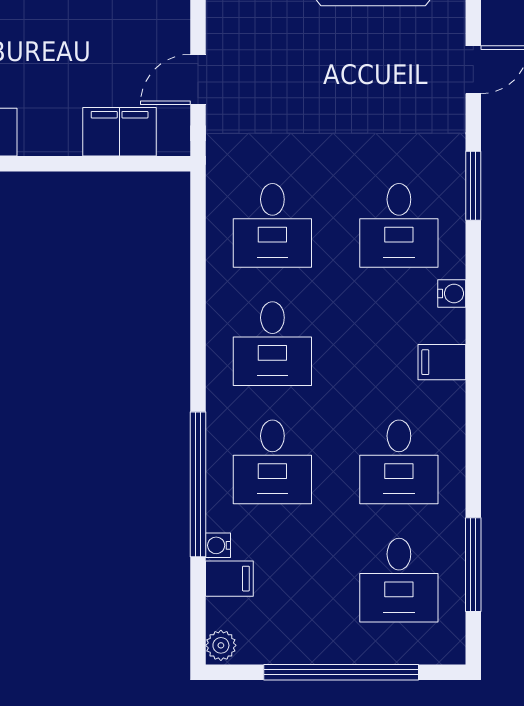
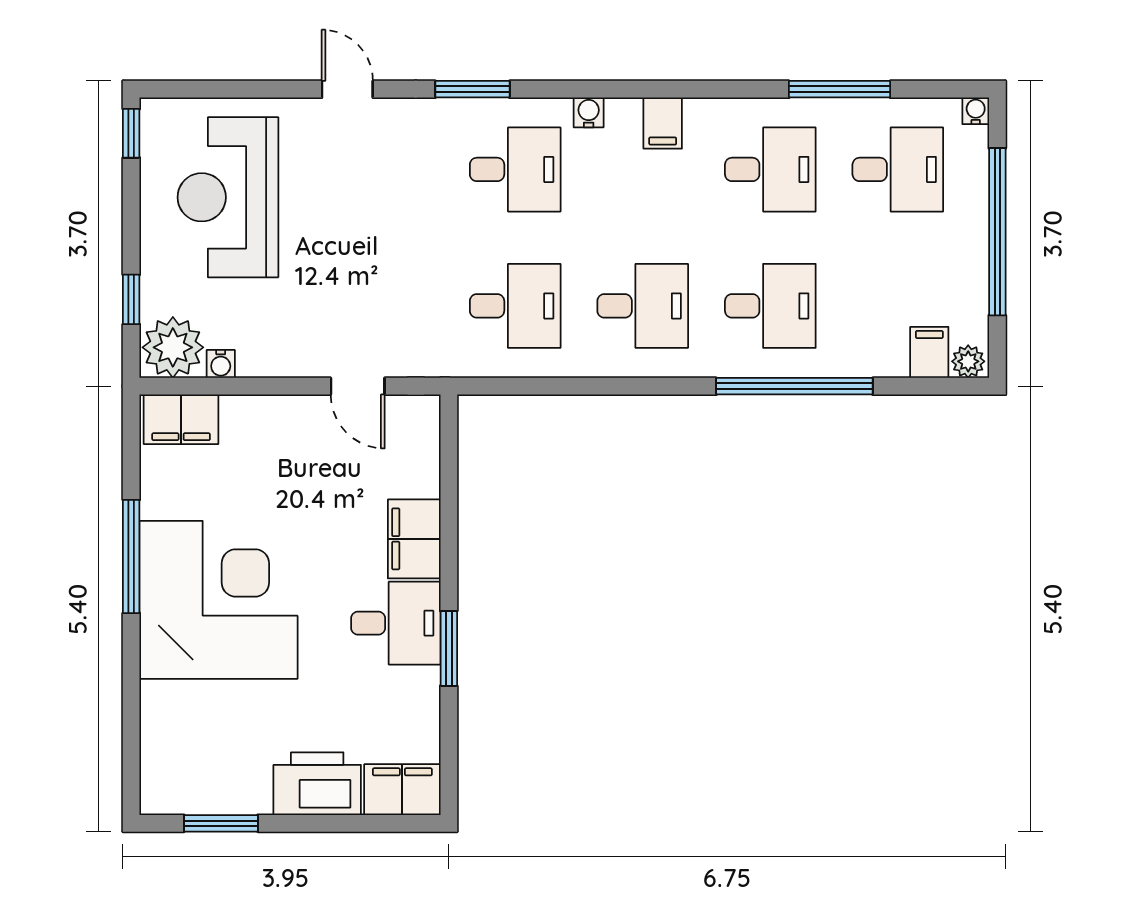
filing cabinet: (120, 132) -> (414, 539), moved
water cooler: (218, 545) -> (976, 111), moved, turned 180
window: (473, 565) -> (840, 89), moved
filing cabinet: (229, 579) -> (929, 352), moved

